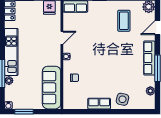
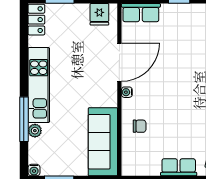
door: (62, 38) -> (119, 62), width x1.88

